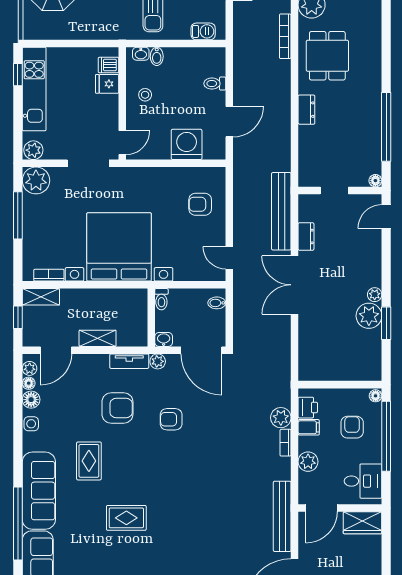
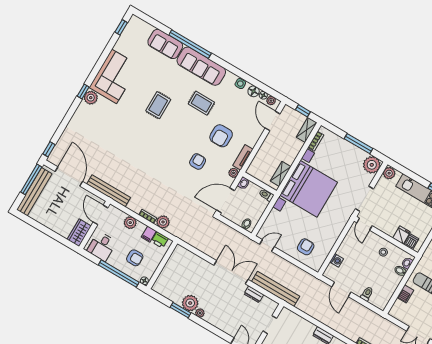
barbecue: (203, 31) -> (405, 294), moved
washing machine: (187, 144) -> (337, 260), width x0.53, depth x0.53
shelving: (98, 338) -> (281, 174), moved

